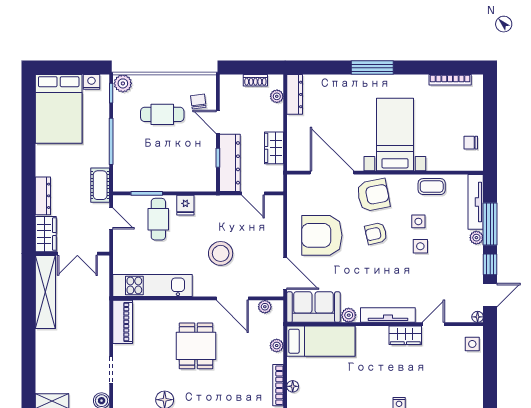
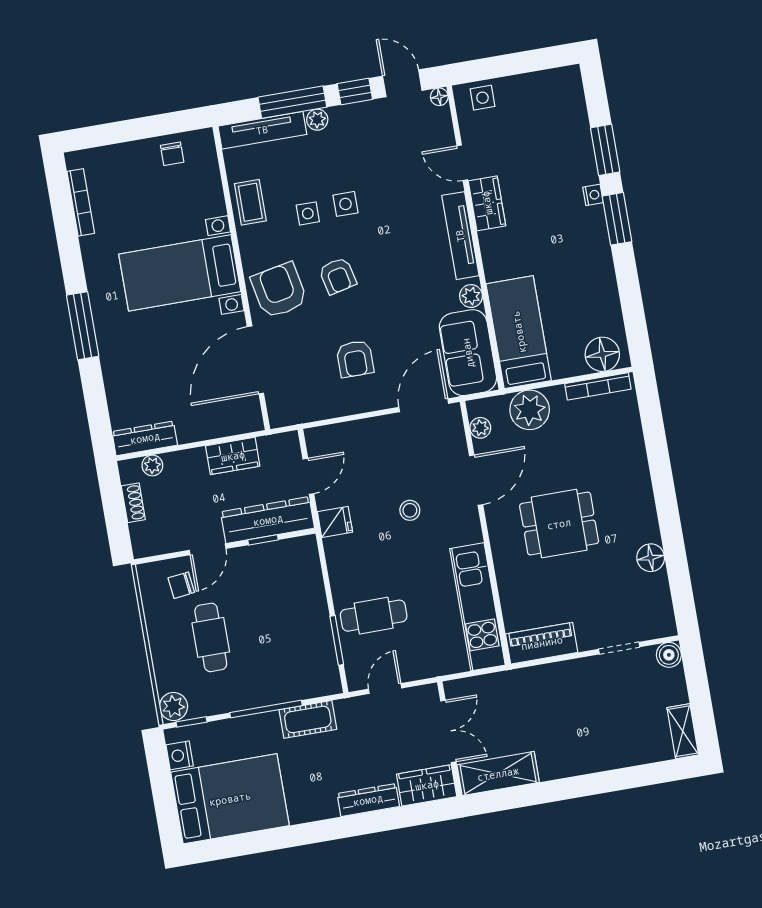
cot: (100, 185) -> (308, 719), moved
fridge: (185, 205) -> (335, 522), moved
armchair: (322, 235) -> (355, 359), width x0.53, depth x0.53
stool: (221, 253) -> (410, 510), width x0.53, depth x0.53
shelving: (45, 292) -> (498, 774), width x0.68
plant: (277, 346) -> (530, 410), width x1.88, depth x1.88
floor lamp: (293, 386) -> (602, 354), width x1.89, depth x1.89

